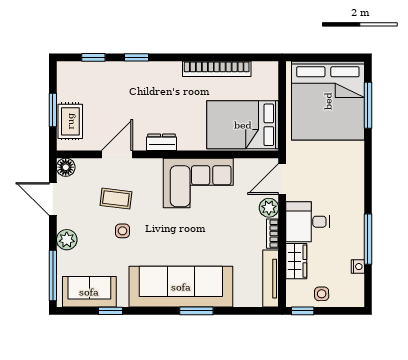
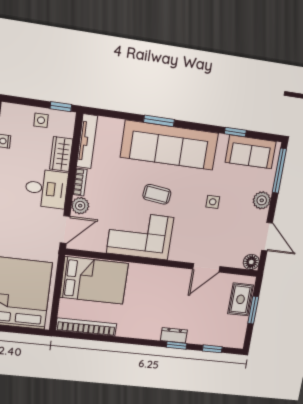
bookcase: (217, 69) -> (86, 327), moved
dresser: (162, 142) -> (174, 335), moved, turned 180
coffee table: (116, 199) -> (157, 194), moved

